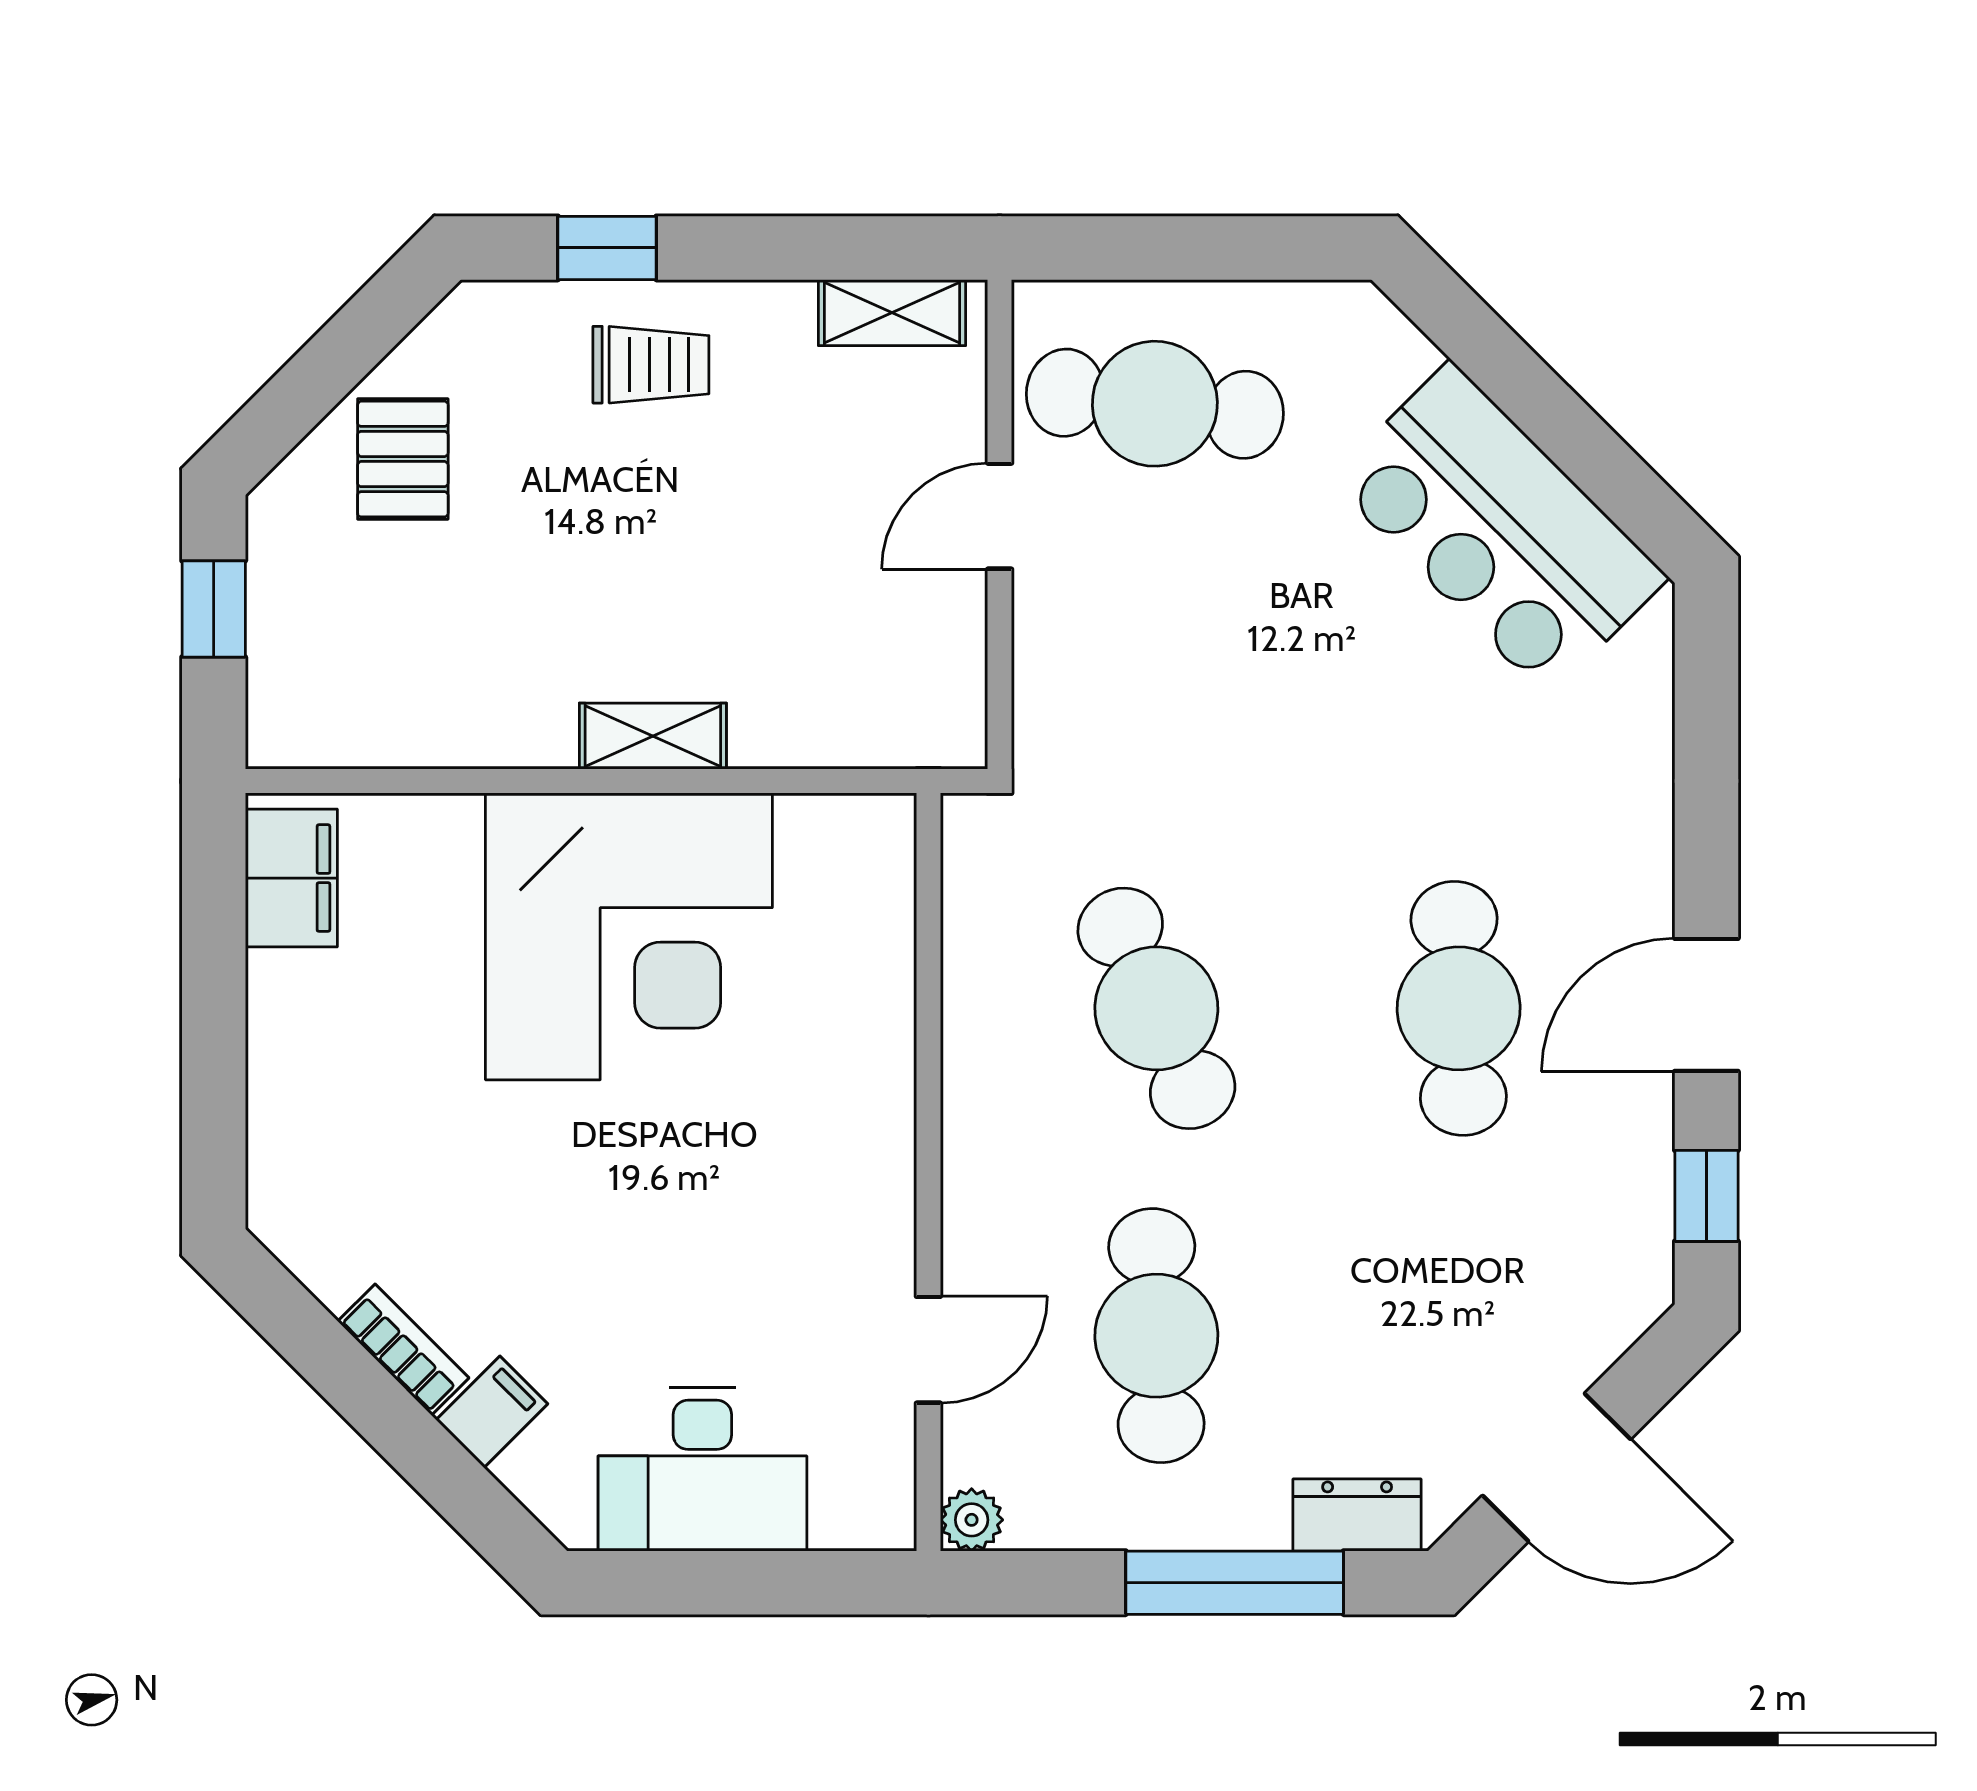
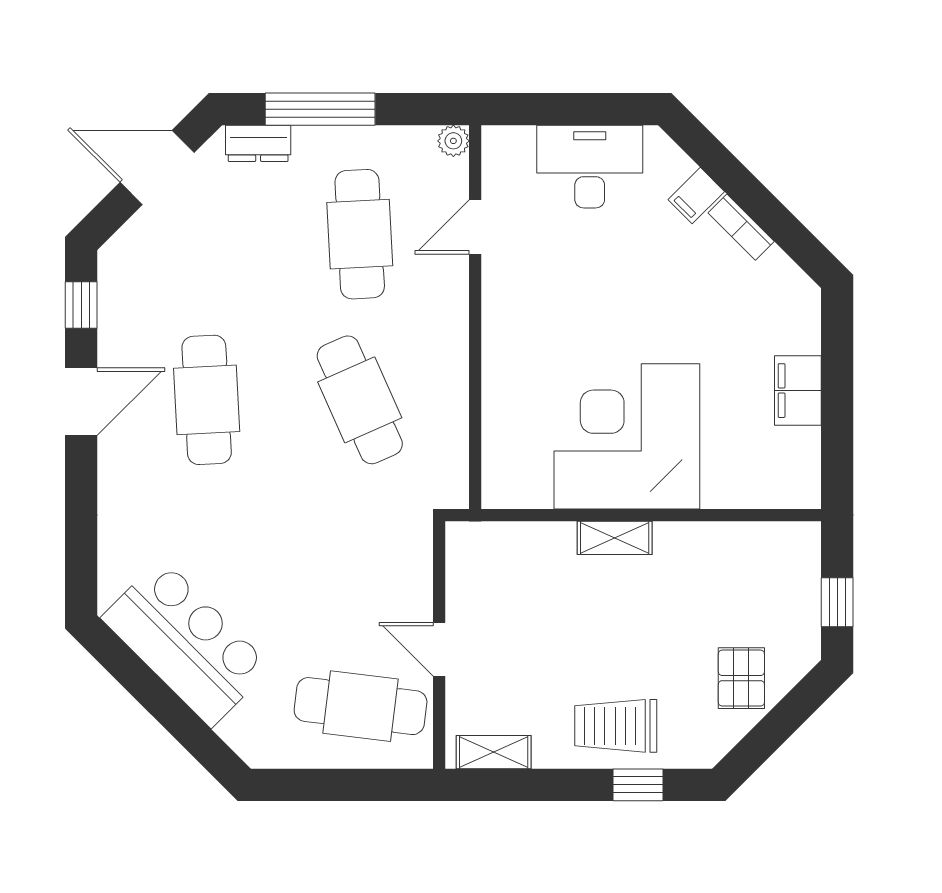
trolley: (651, 365) -> (616, 726), width x1.36, depth x1.39
door: (1000, 516) -> (439, 649), swing flipped
filing cabinet: (291, 878) -> (798, 391), moved

